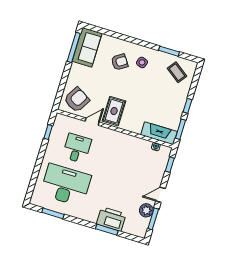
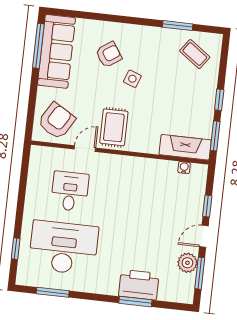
sofa: (87, 47) -> (56, 51), width x1.36
side table: (142, 62) -> (132, 79), moved
window: (48, 132) -> (16, 249), moved
window: (170, 165) -> (207, 206), moved

